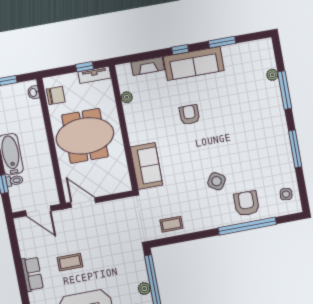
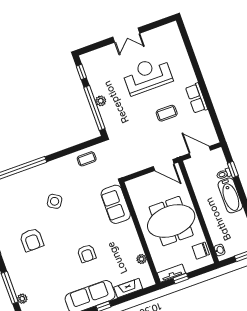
armchair: (247, 203) -> (32, 240), moved

